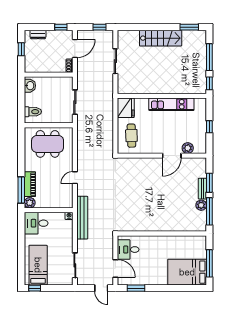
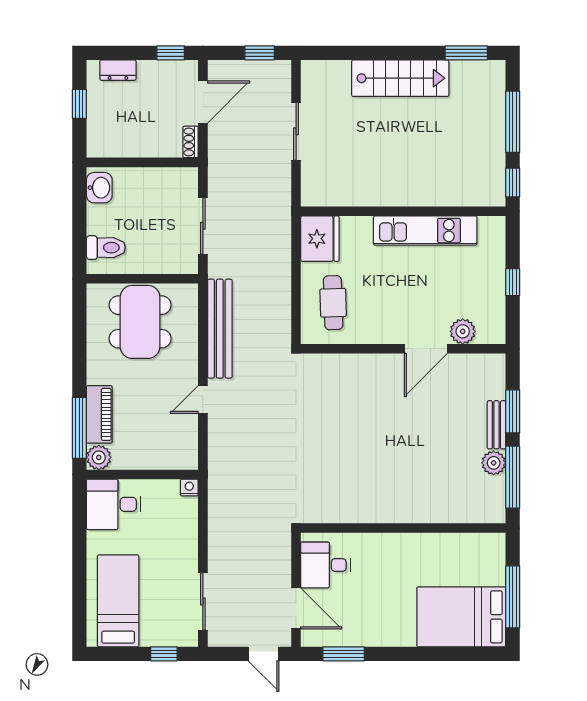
dining table: (48, 144) -> (140, 322), turned 90
bench: (82, 218) -> (220, 329), moved
window: (35, 288) -> (164, 654), moved

